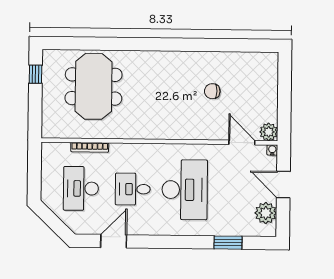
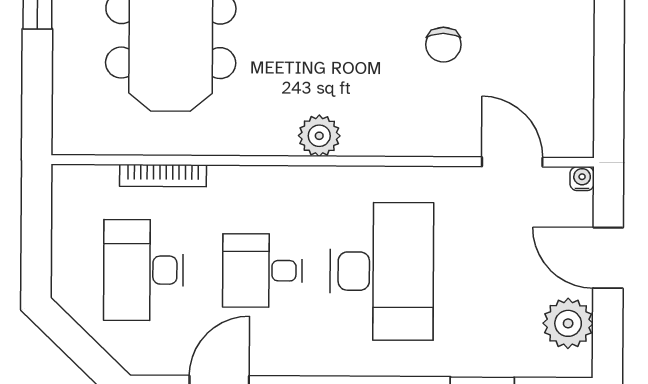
chair: (212, 91) -> (443, 45), turned -90
plant: (269, 132) -> (319, 136), moved

